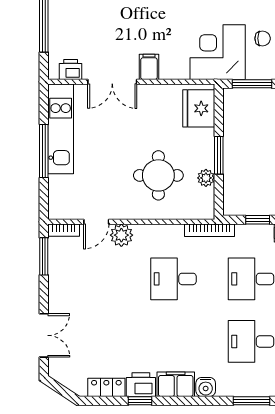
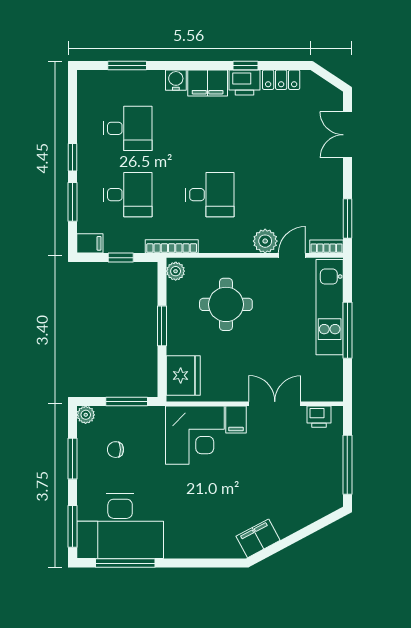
corner desk: (218, 52) -> (195, 435), moved
kitchen unit: (61, 129) -> (330, 307), moved
plant: (206, 178) -> (176, 271), moved

